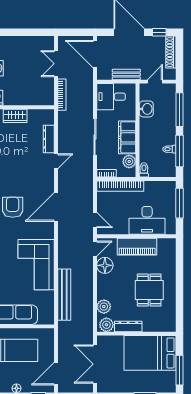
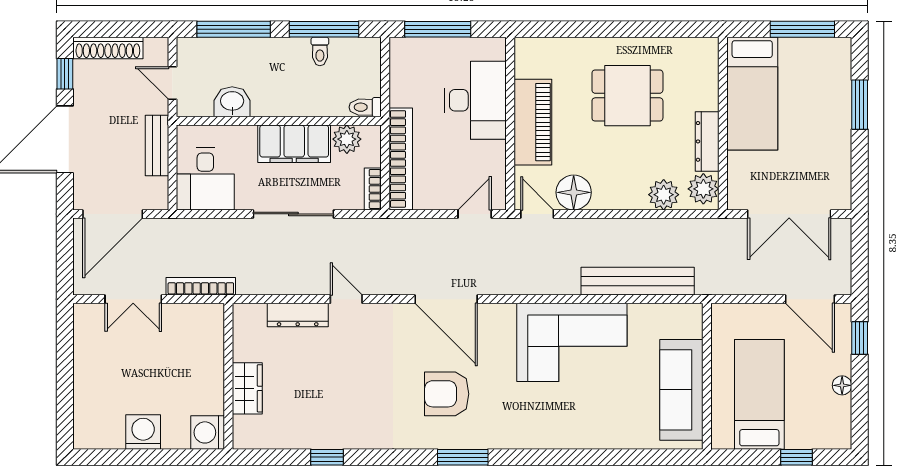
bed: (150, 353) -> (752, 94), width x0.67

